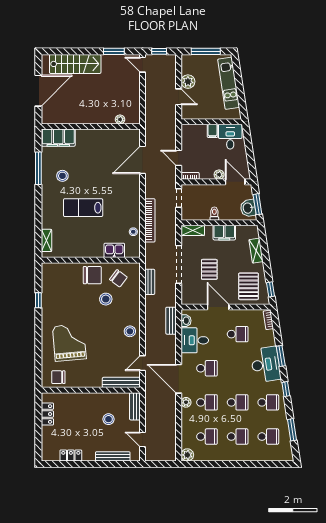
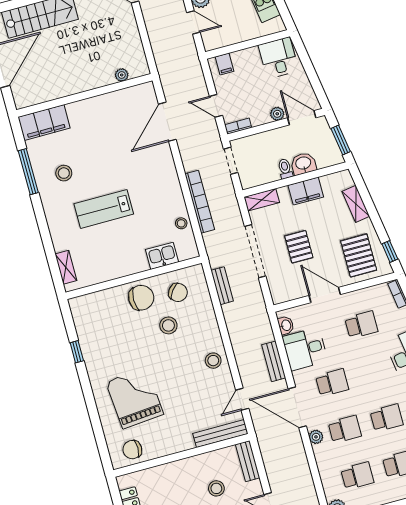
filing cabinet: (213, 131) -> (225, 64), moved
washbasin: (248, 208) -> (303, 164), moved, turned 99
bench: (171, 321) -> (274, 361), moved

